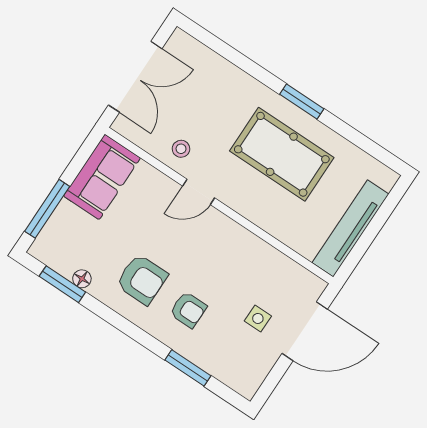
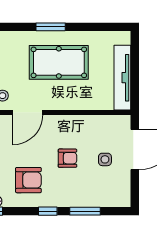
door: (199, 192) -> (28, 113), width x1.38
armchair: (188, 310) -> (67, 158), moved
window: (140, 336) -> (48, 211), added

